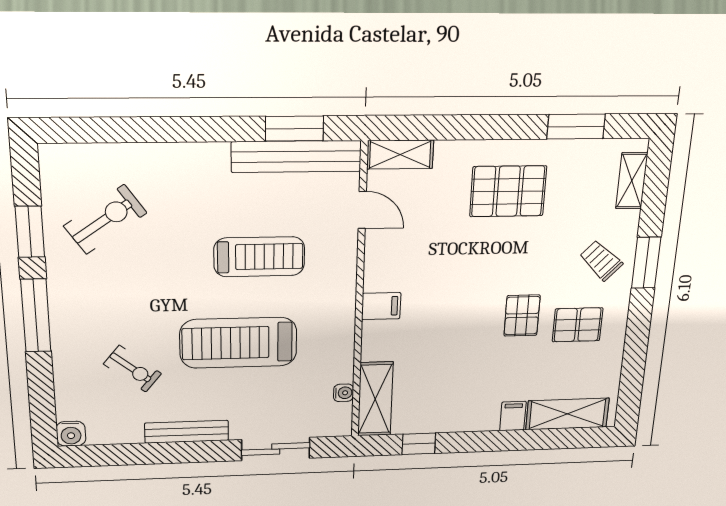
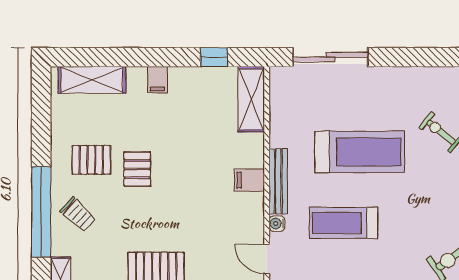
window: (646, 263) -> (41, 212), width x2.11
water cooler: (344, 393) -> (277, 224), moved
filing cabinet: (513, 416) -> (157, 80), moved
bench: (187, 432) -> (278, 181), moved, turned 90
sliding door: (276, 449) -> (330, 57), width x1.37

